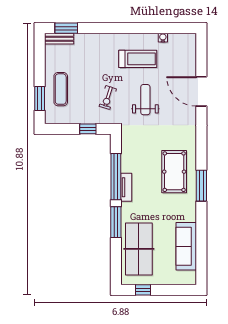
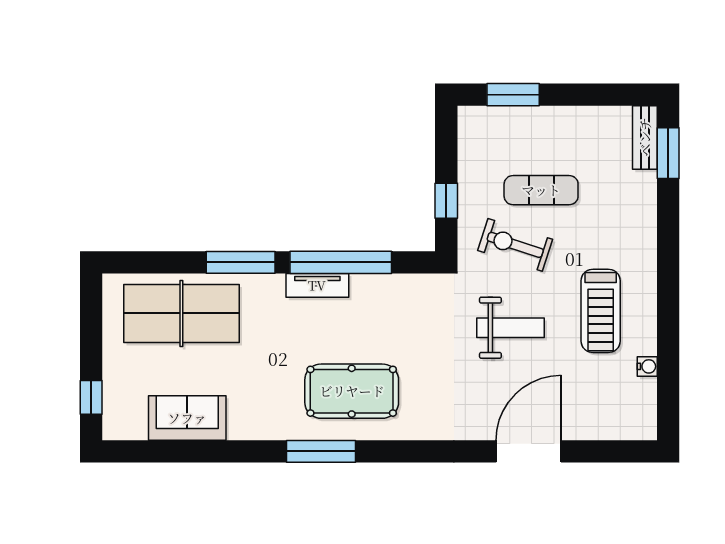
exercise mat: (61, 89) -> (541, 190), moved
exercise bike: (108, 98) -> (515, 245), width x1.38, depth x1.39
sofa: (186, 246) -> (187, 418), width x0.73
window: (143, 290) -> (91, 397), moved

